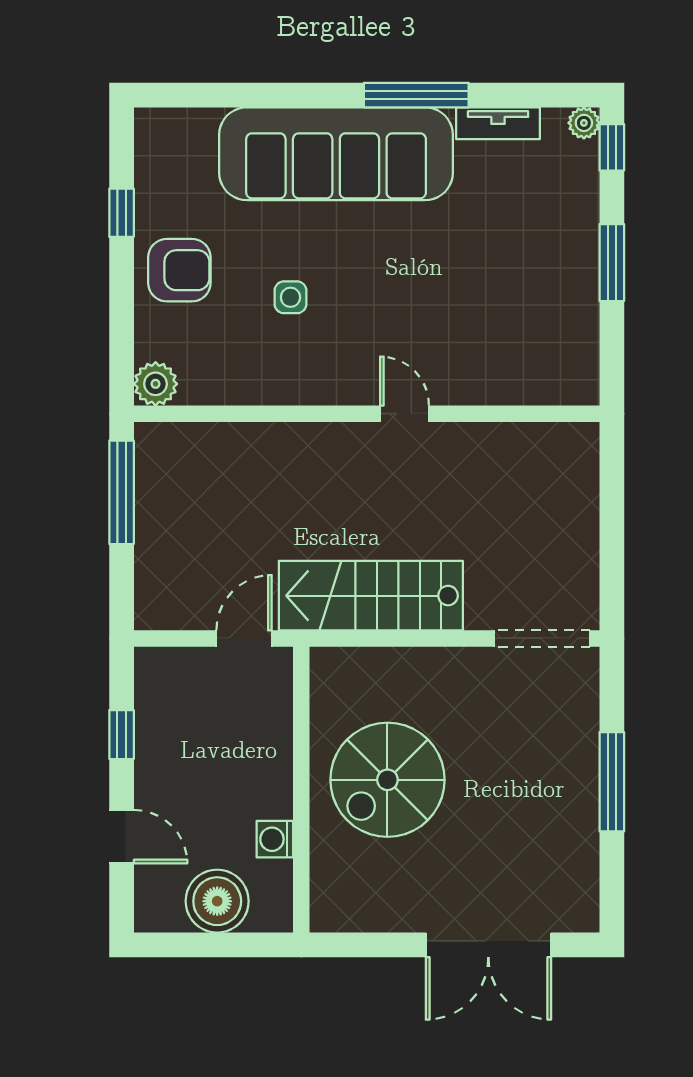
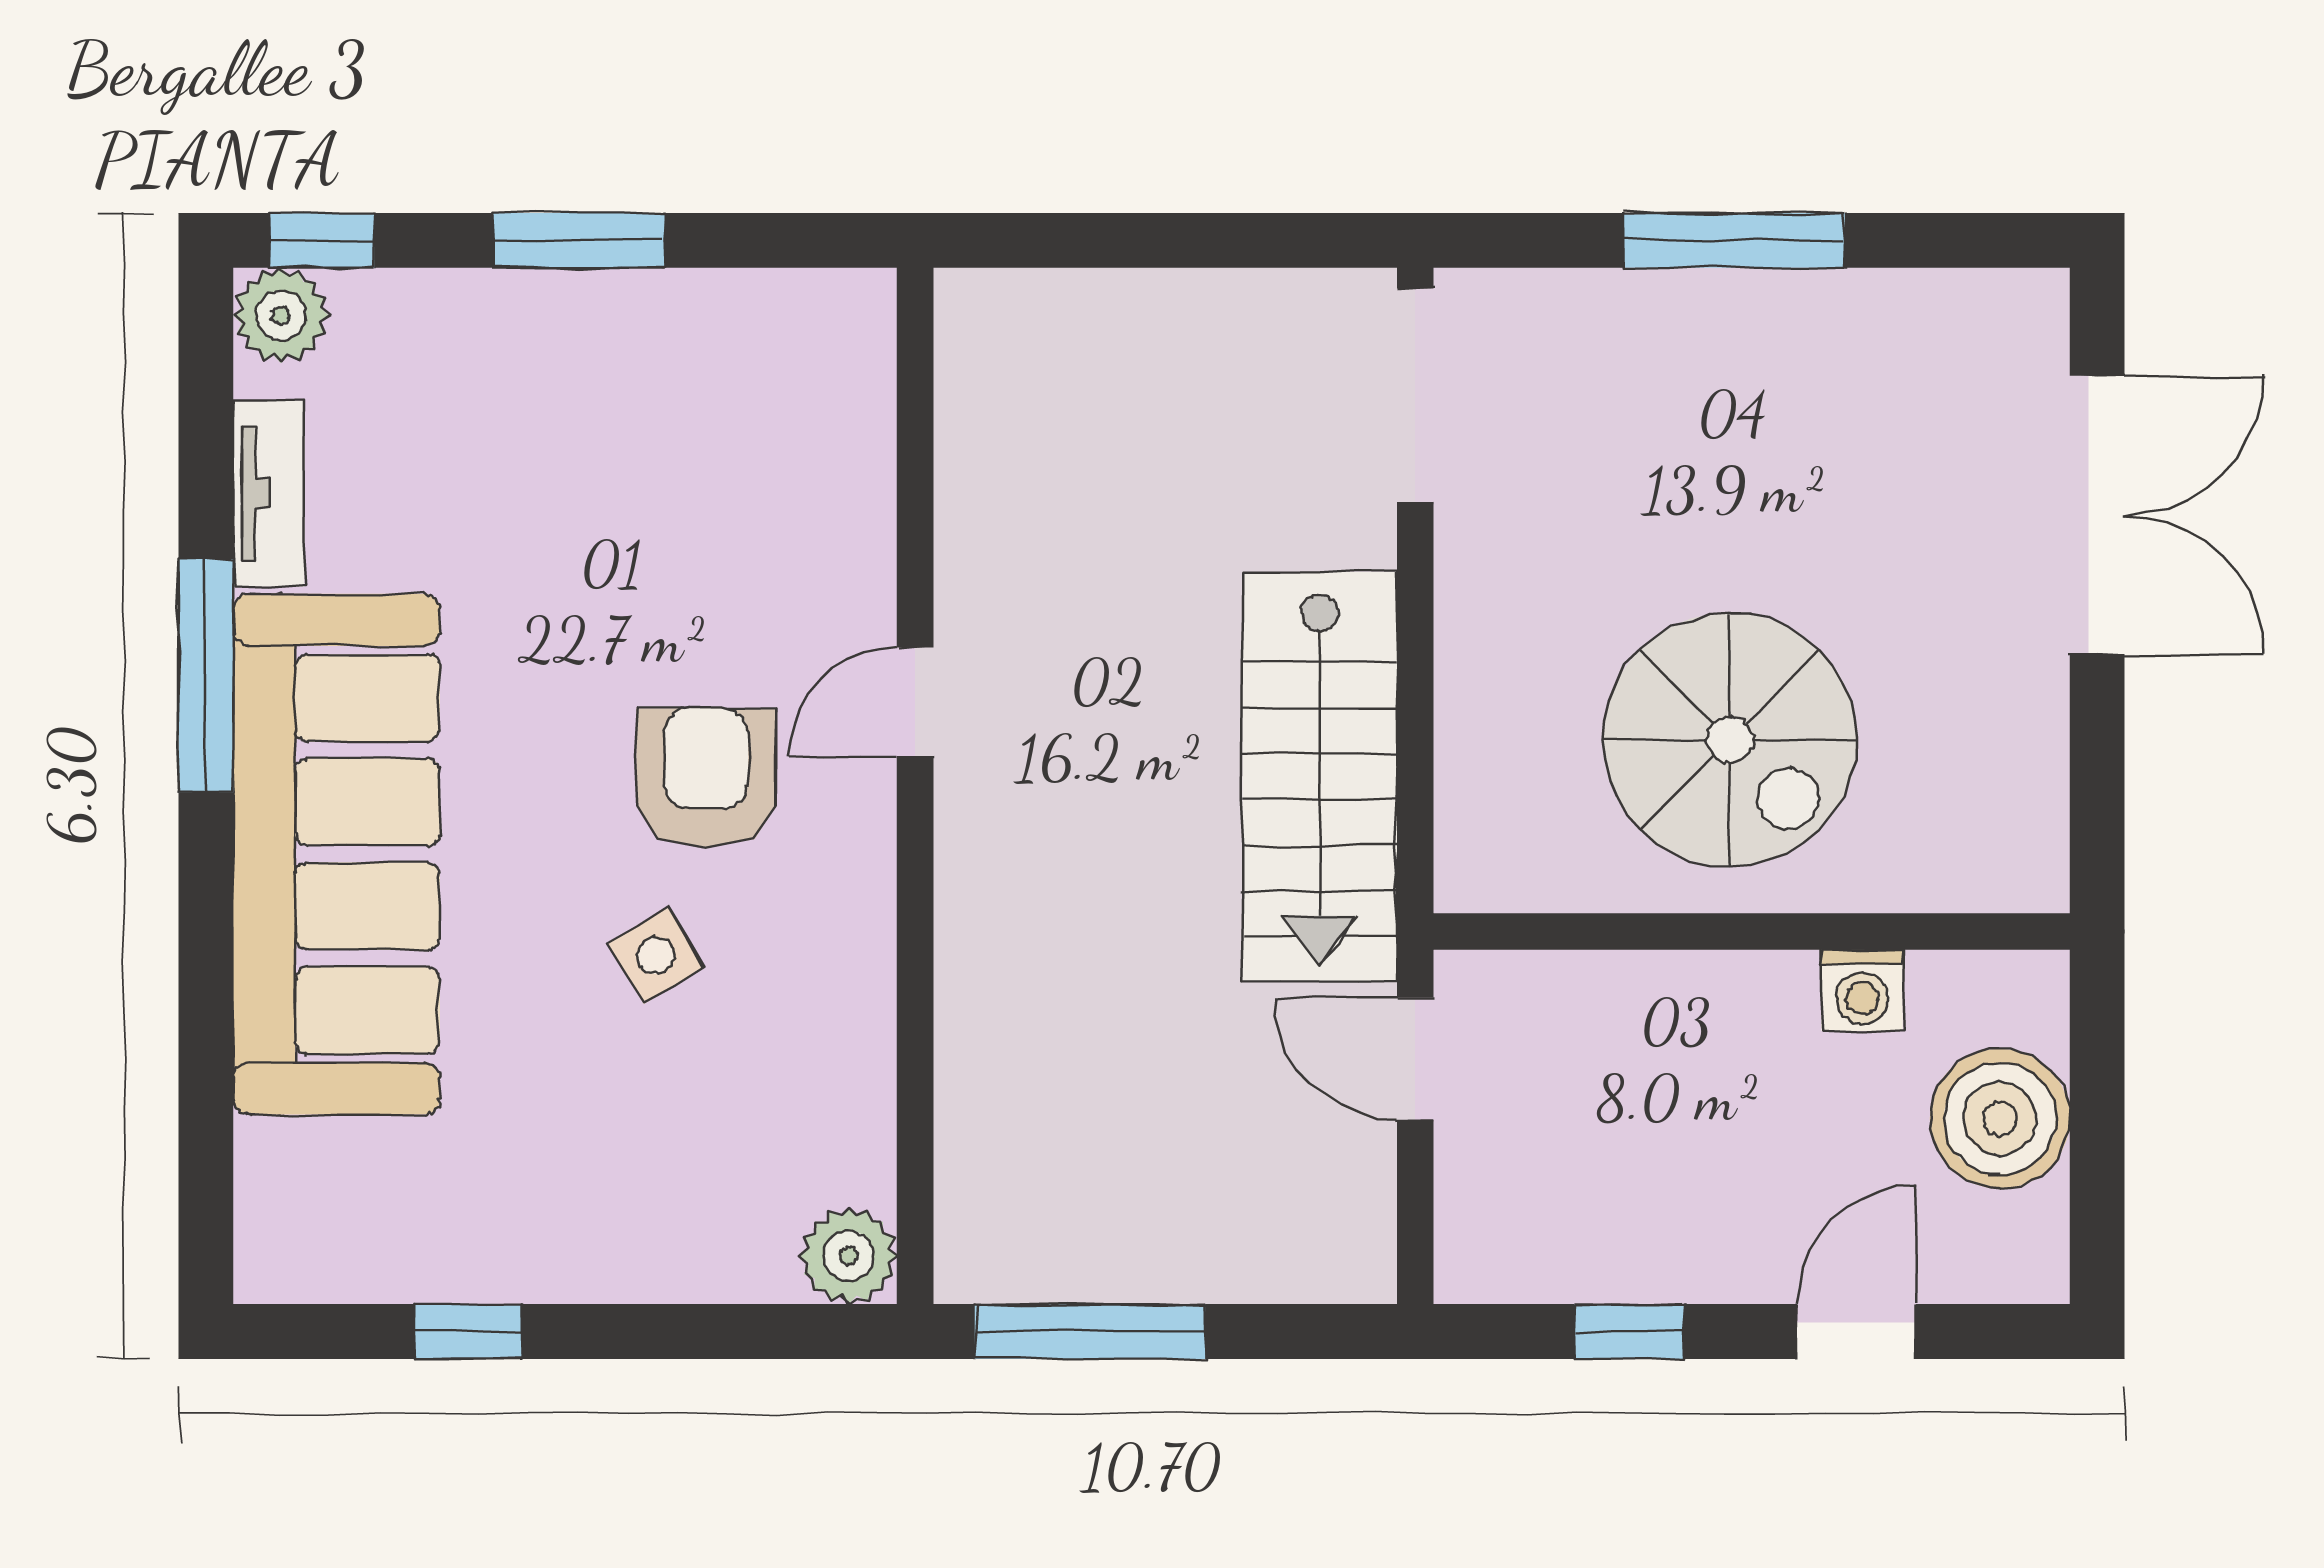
plant: (584, 123) -> (281, 315), width x1.38, depth x1.38
armchair: (179, 270) -> (706, 778), moved
side table: (290, 297) -> (656, 955), turned -31

